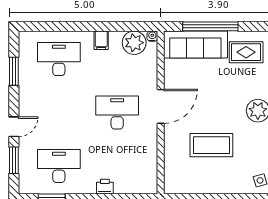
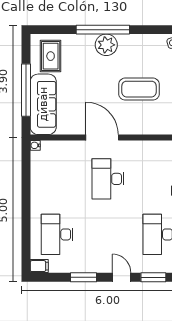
filing cabinet: (101, 40) -> (39, 266), moved
plant: (134, 43) -> (42, 163), removed
window: (14, 71) -> (83, 277), moved
coffee table: (211, 145) -> (139, 89), turned 90

